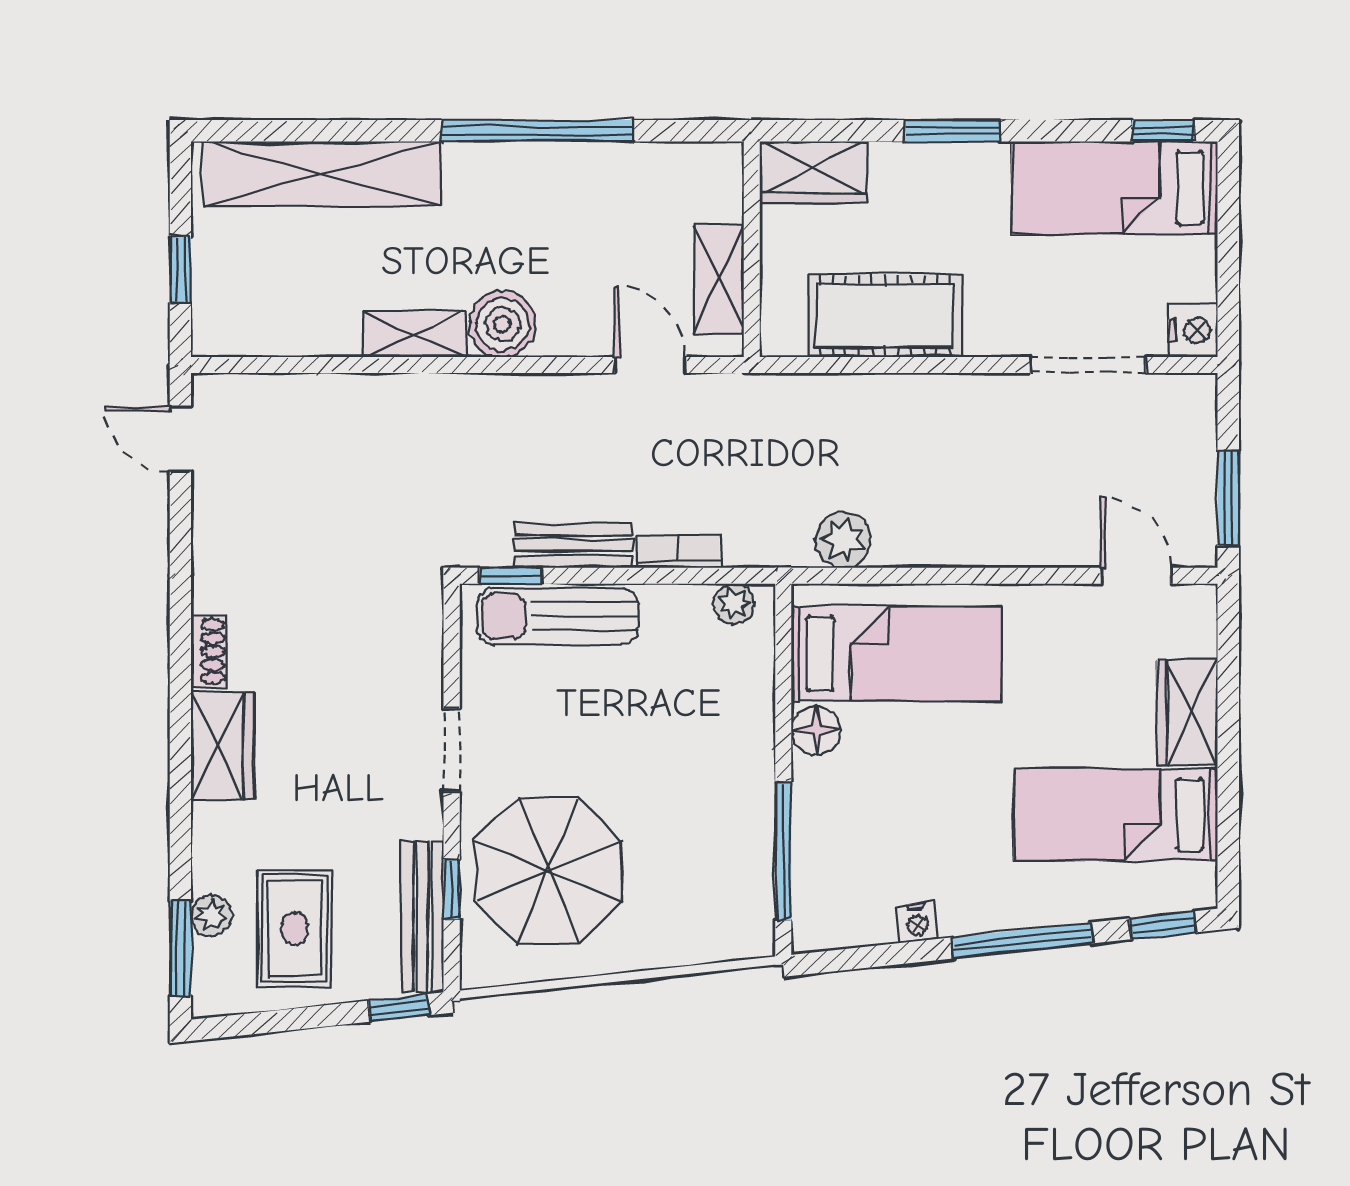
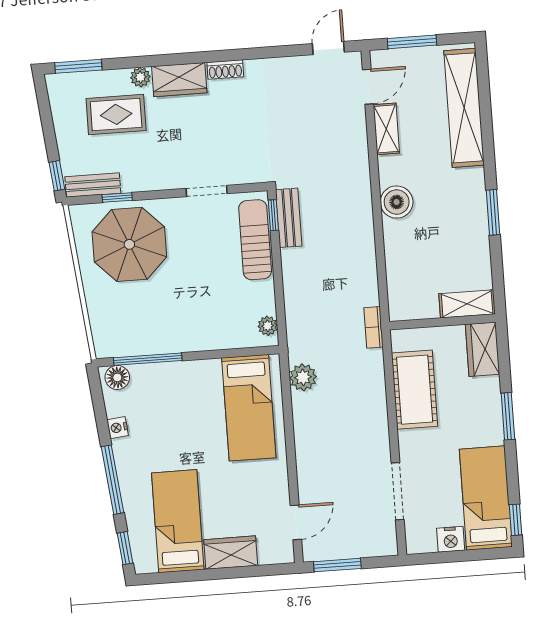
window: (538, 131) -> (493, 212), width x0.47
window: (180, 269) -> (412, 42), width x1.50
shelving: (719, 279) -> (467, 304), moved
nightstand: (1193, 330) -> (451, 539), moved
shelving: (414, 334) -> (386, 129), moved
door: (650, 365) -> (368, 87), moved
bench: (573, 545) -> (289, 218), moved
bookcase: (678, 551) -> (374, 327), moved, turned 180
floor lamp: (816, 730) -> (117, 377), moved
doorway: (452, 750) -> (207, 191), moved
plant: (211, 916) -> (140, 77), moved
bench: (423, 916) -> (93, 185), width x0.73
rug: (295, 929) -> (116, 114), moved

